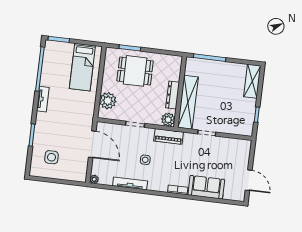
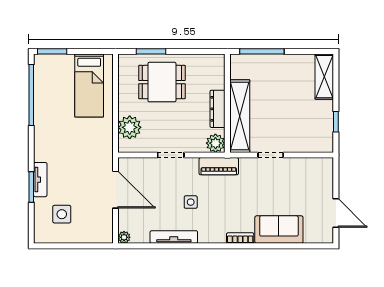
tv unit: (43, 99) -> (40, 180), moved

